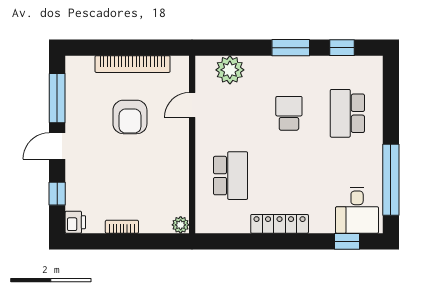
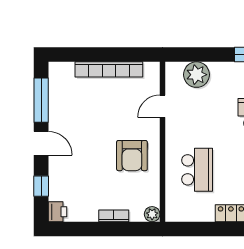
armchair: (130, 117) -> (132, 156), moved
door: (57, 146) -> (41, 143), swing flipped
bookcase: (122, 227) -> (114, 216), moved

